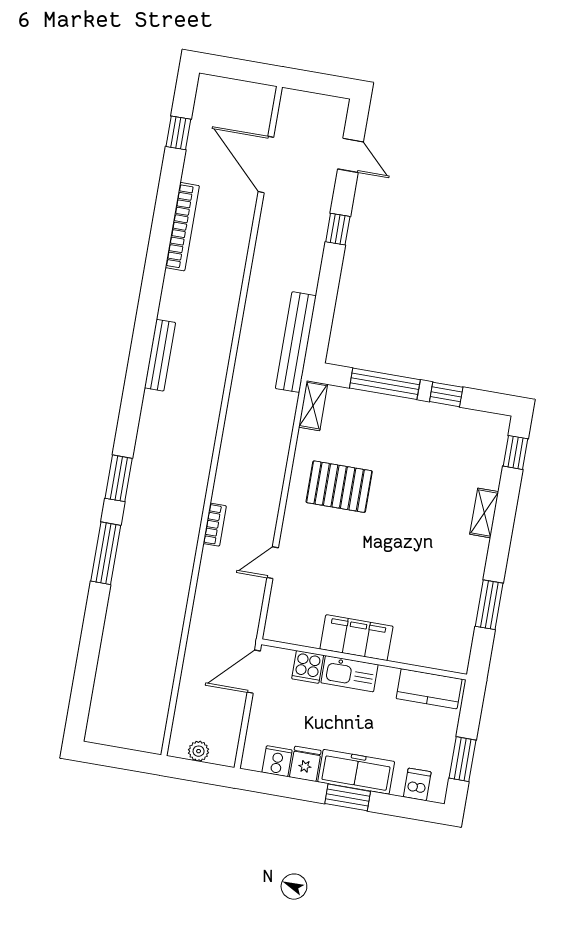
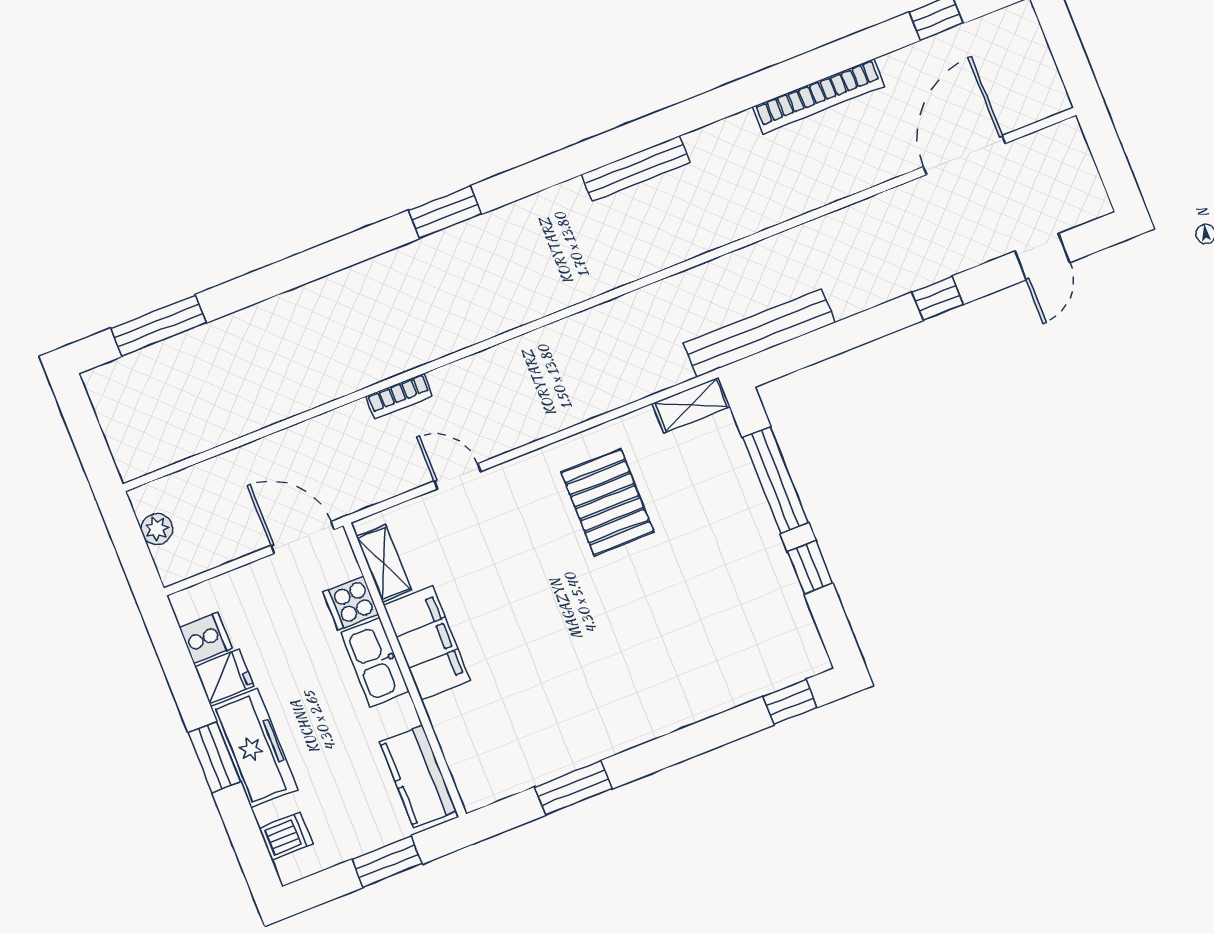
shelving: (484, 513) -> (384, 563), moved, turned 90
bookcase: (215, 525) -> (399, 396), moved
window: (106, 553) -> (159, 326), moved
window: (463, 759) -> (387, 862), moved

